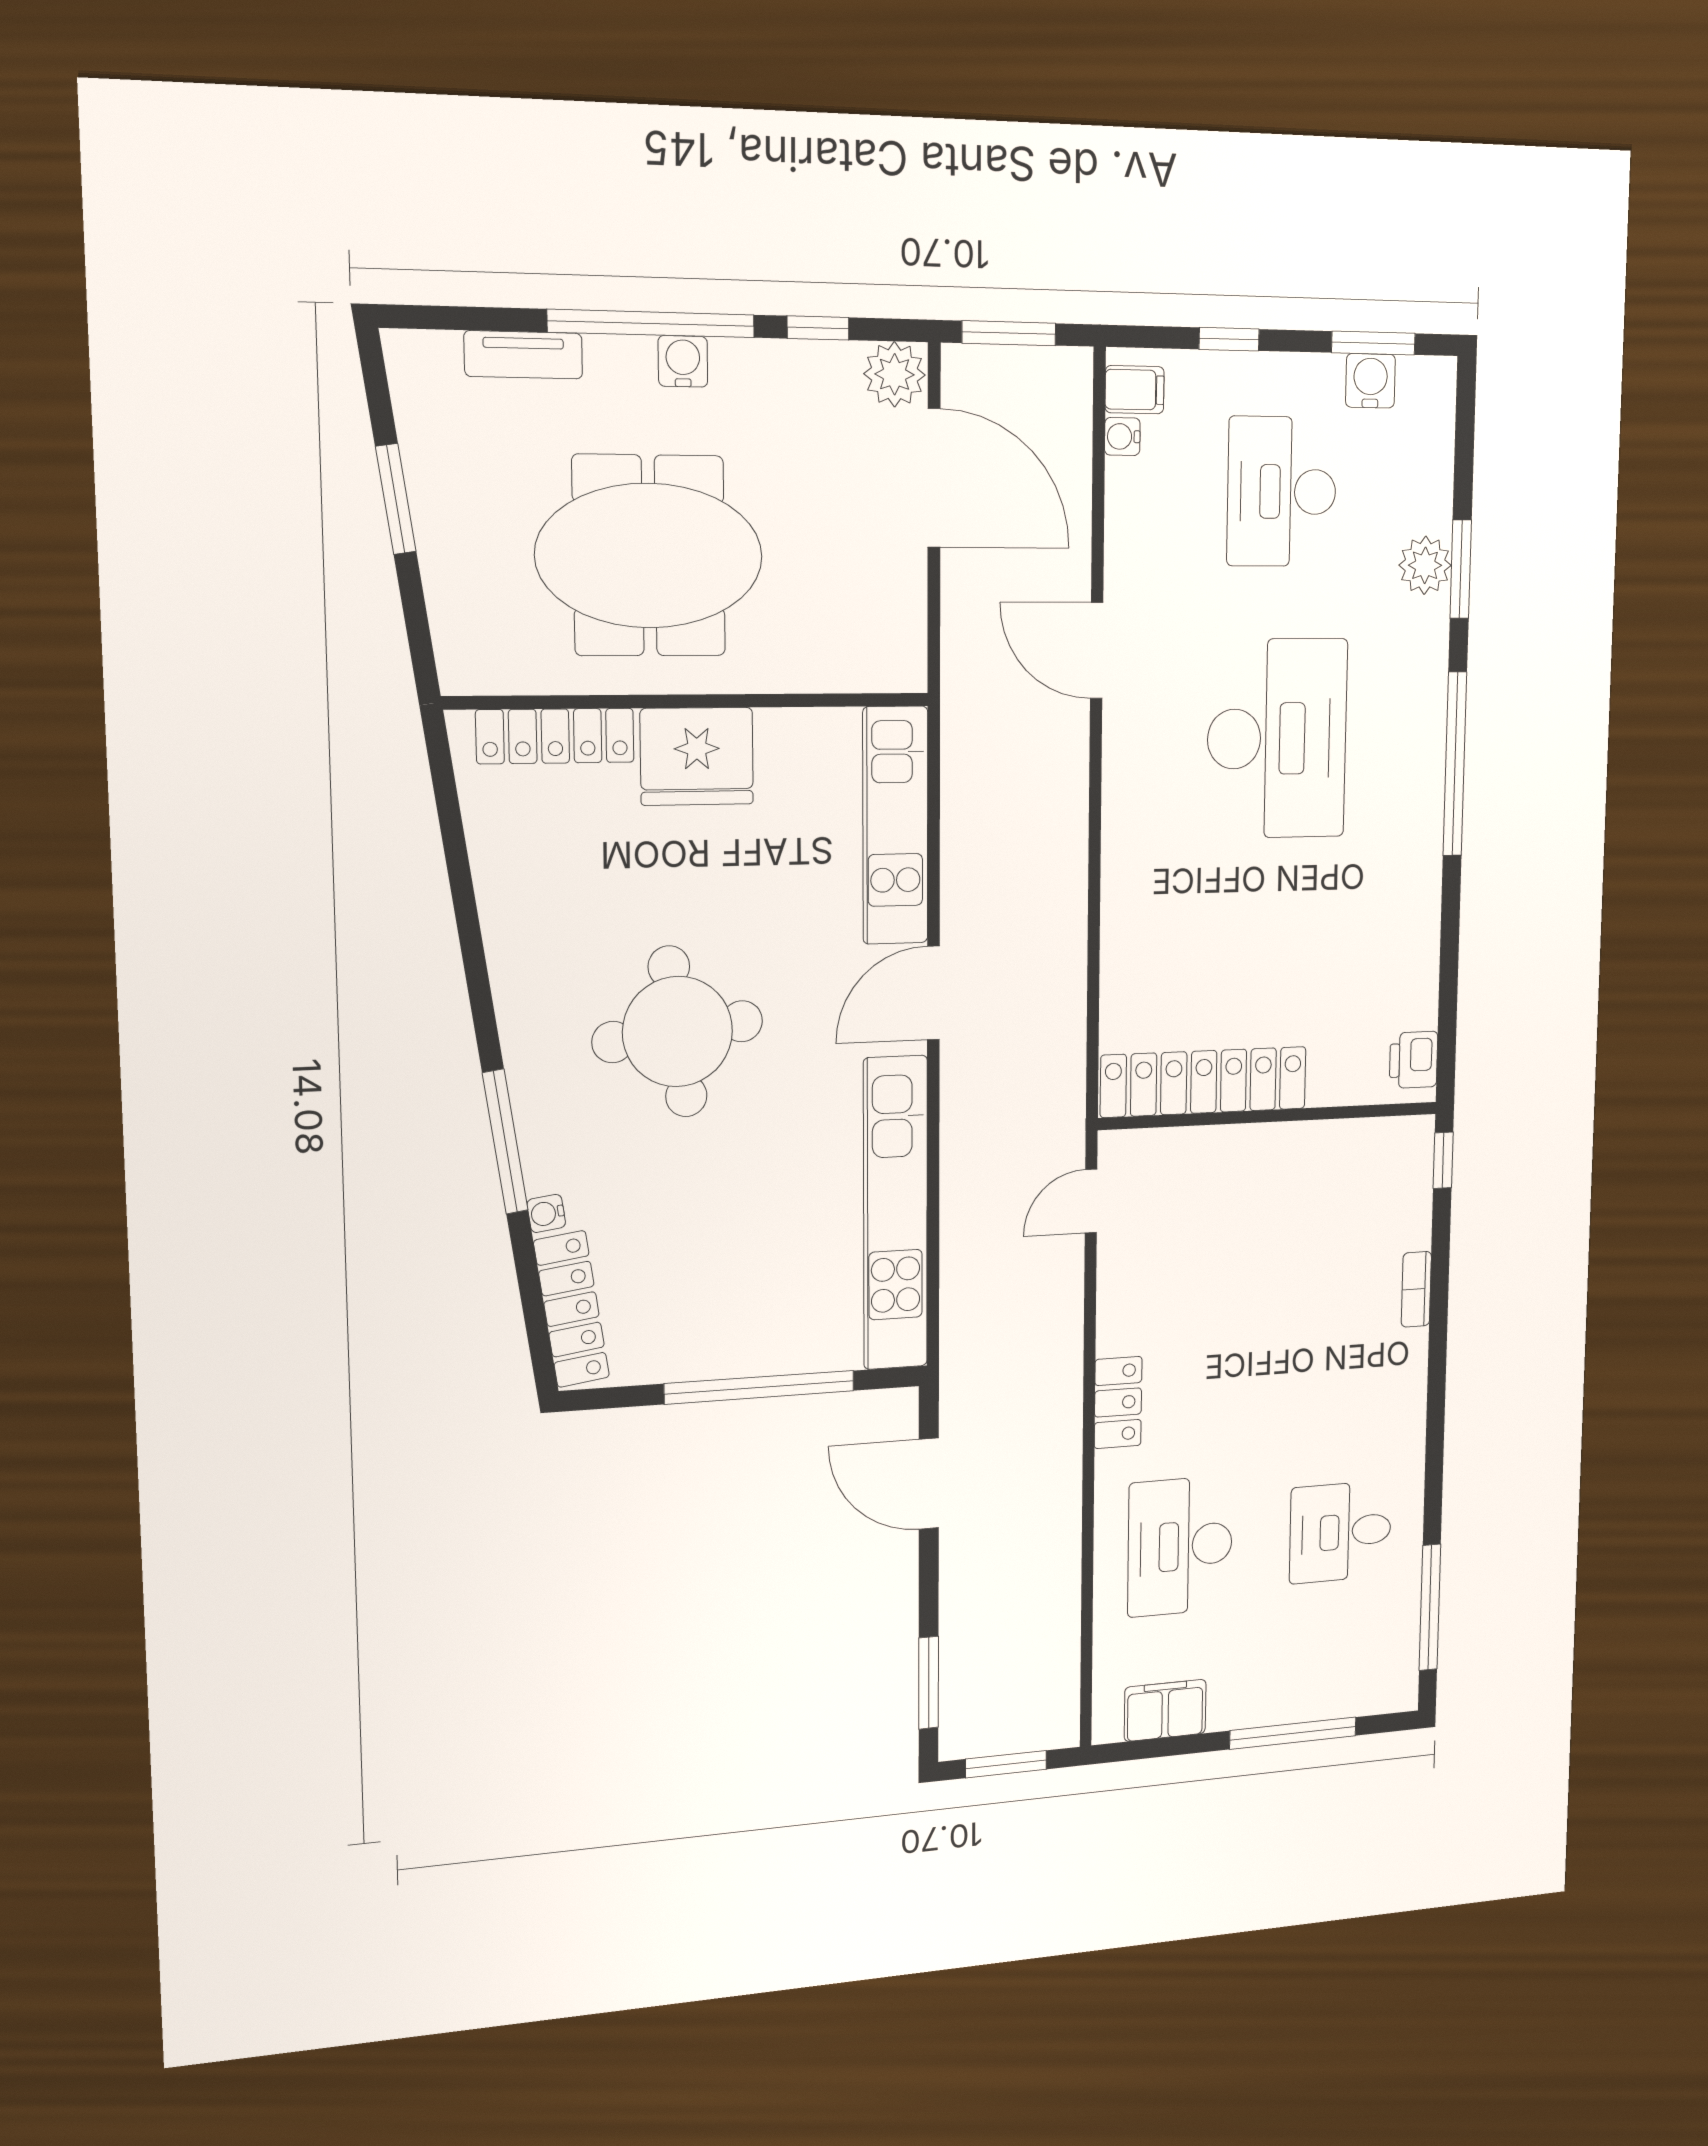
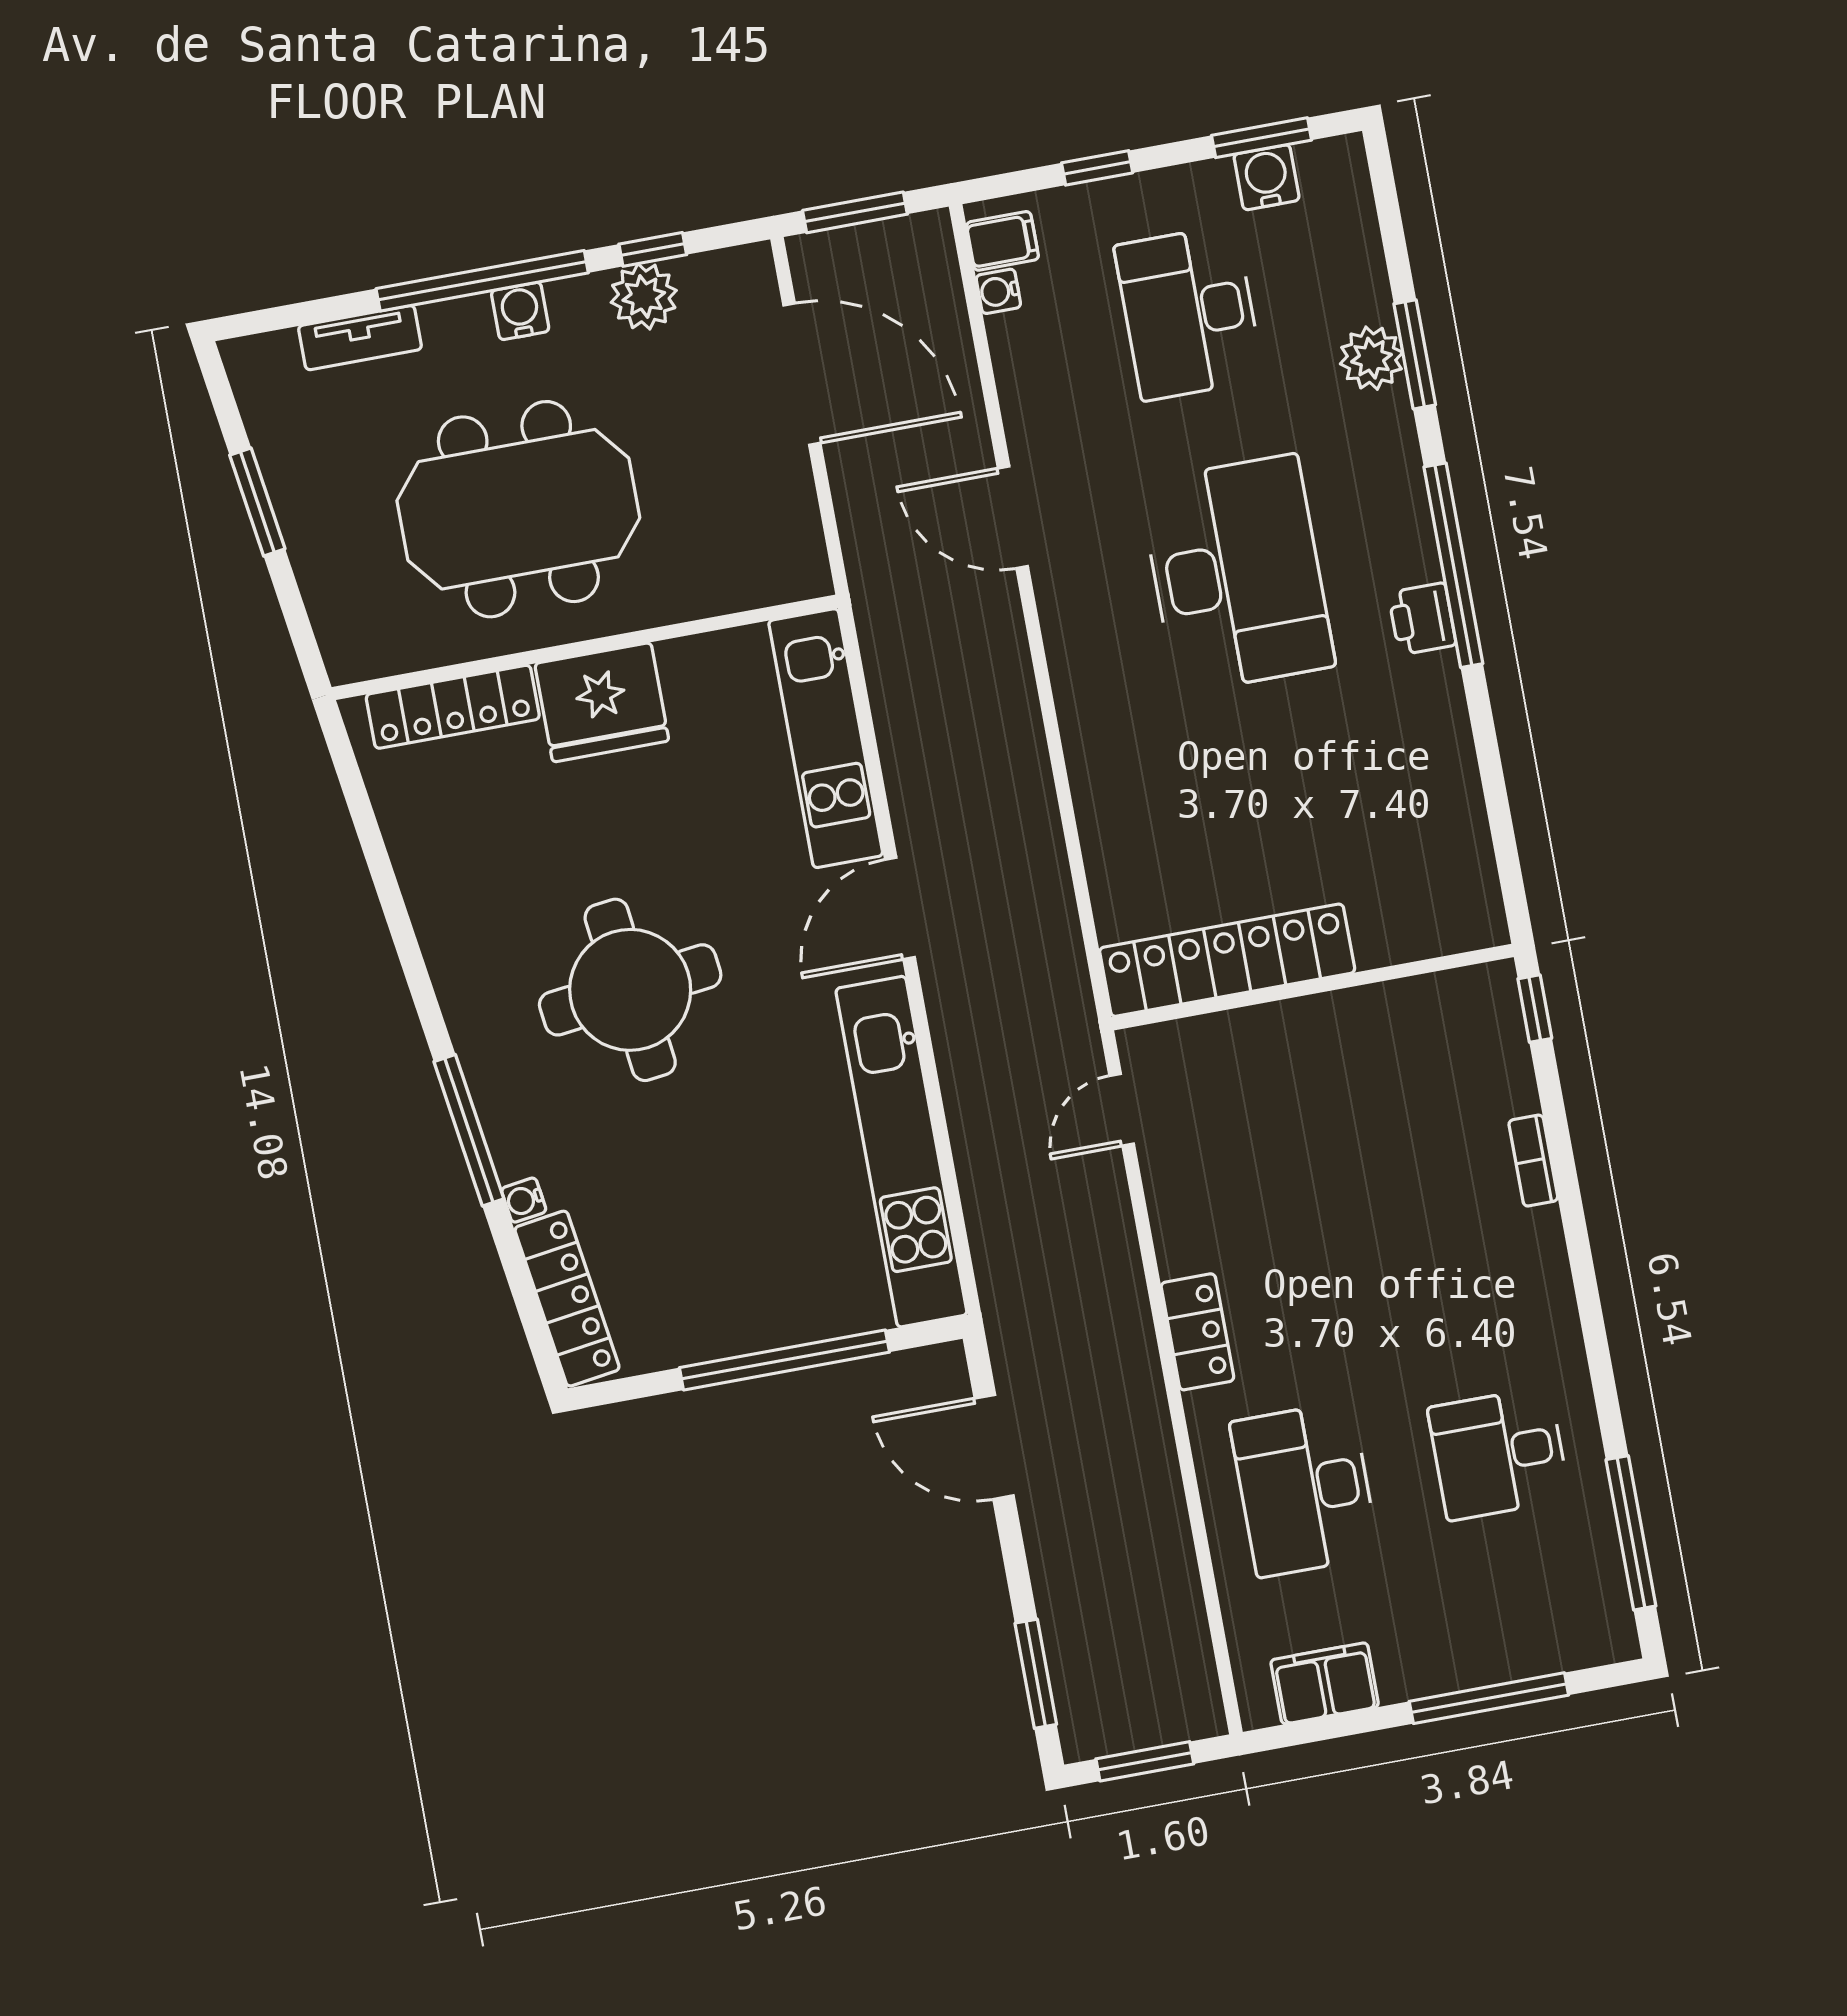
plant: (895, 374) -> (644, 296), moved
printer: (1414, 1060) -> (1422, 619), moved

